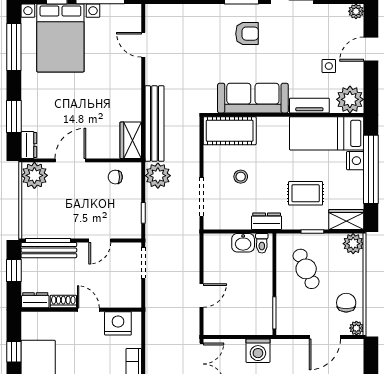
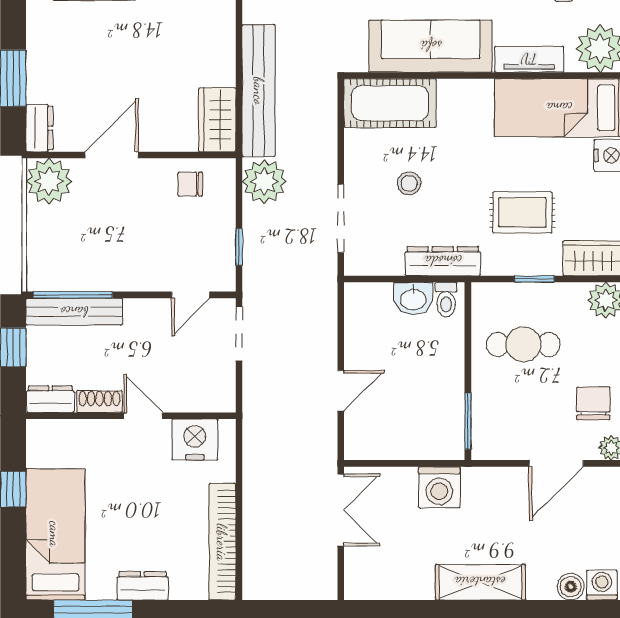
dresser: (267, 221) -> (443, 261), width x1.44
door: (100, 241) -> (191, 295), moved
cafe table: (306, 269) -> (523, 344), turned -66

